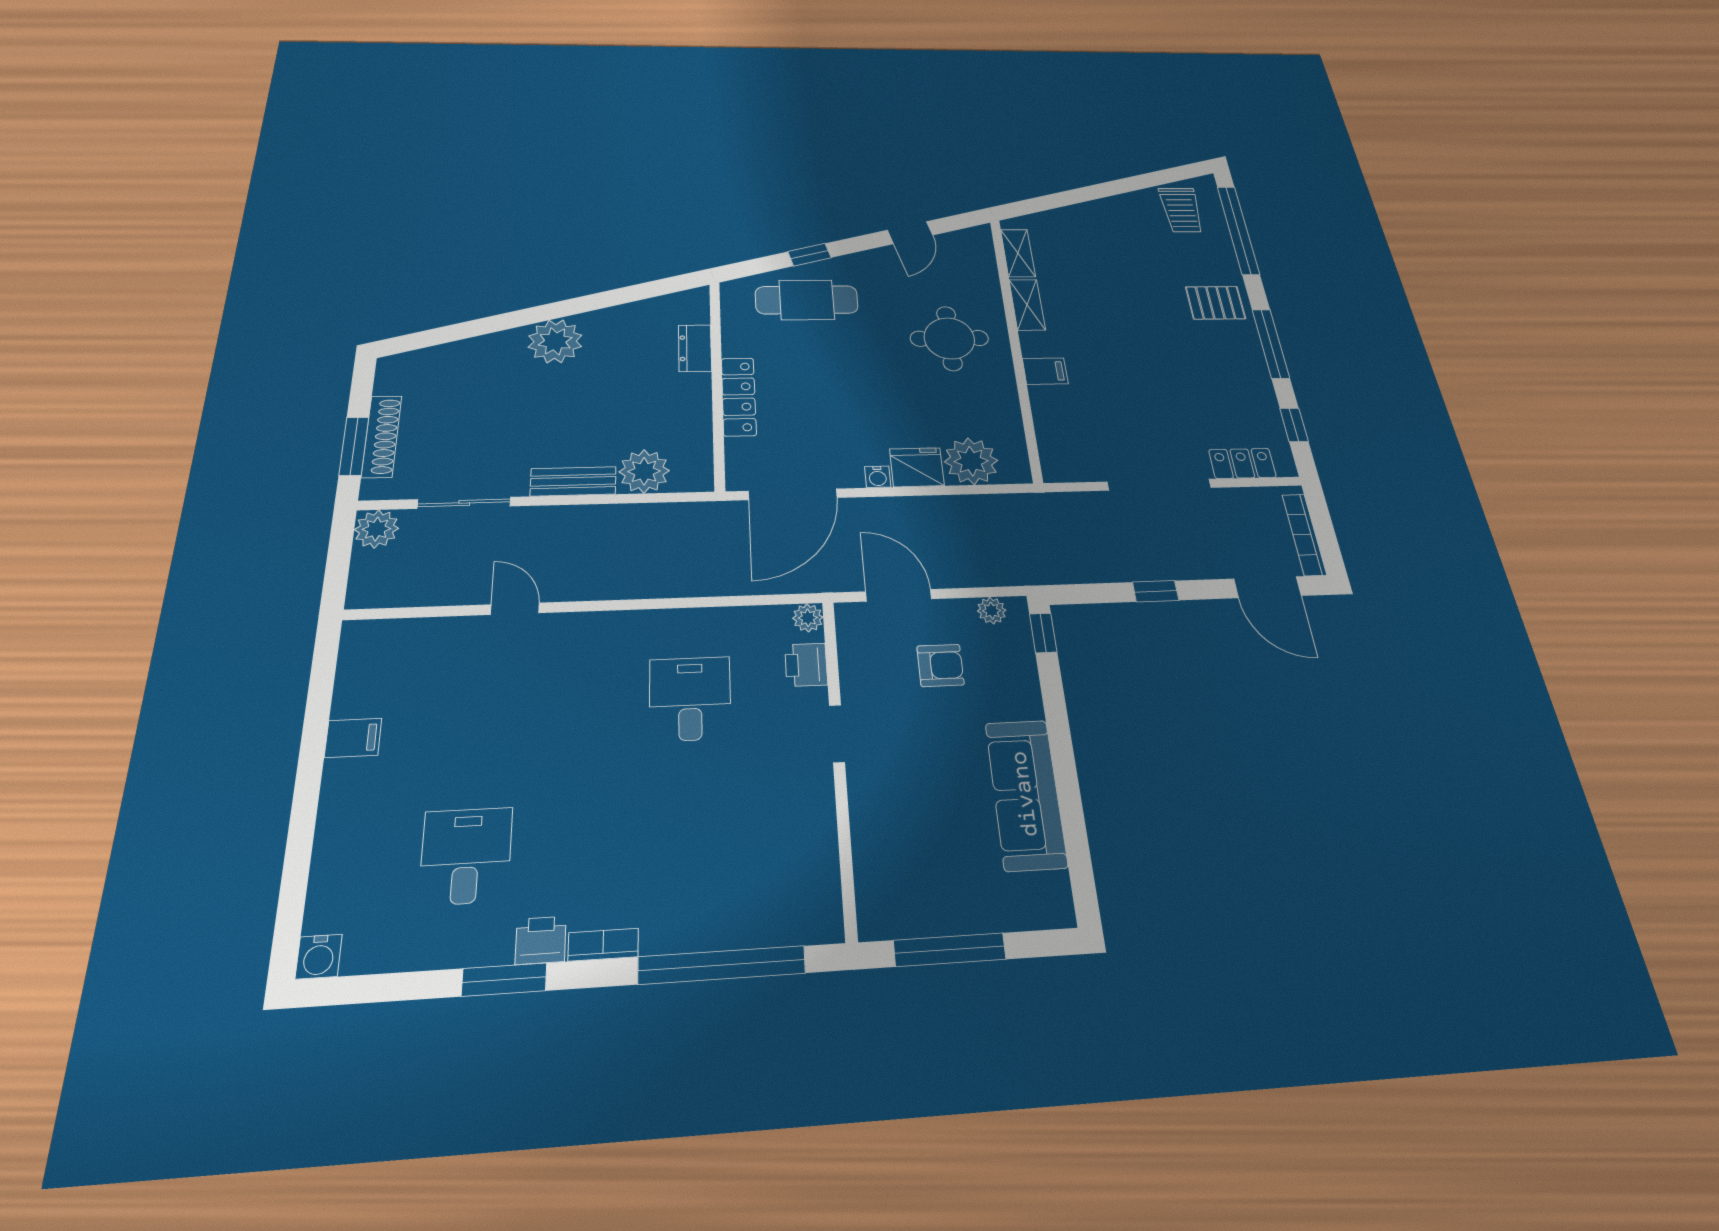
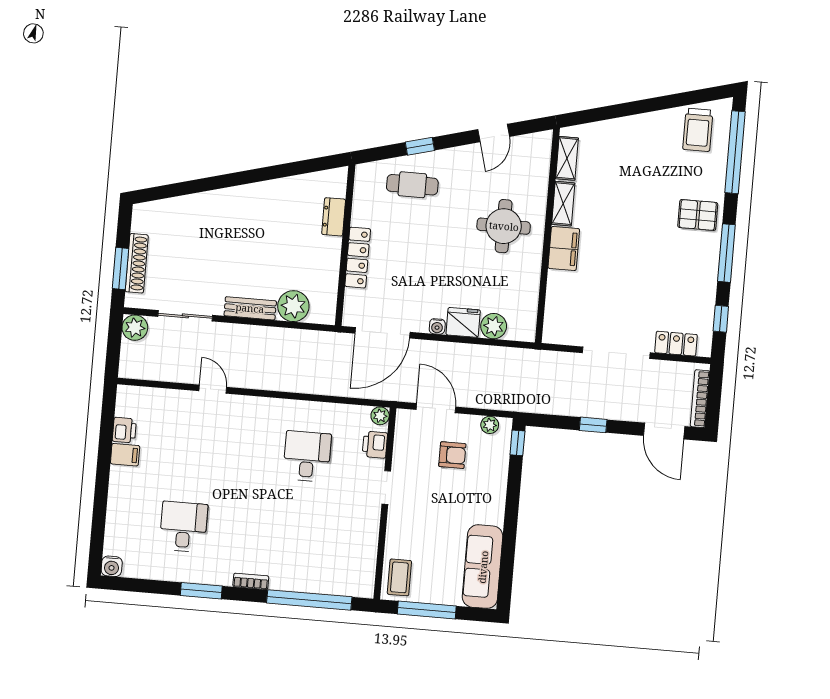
cafe table: (807, 300) -> (412, 185), width x0.73, depth x0.74
plant: (555, 341) -> (244, 202), removed
filing cabinet: (1045, 371) -> (564, 248), width x2.00
plant: (971, 461) -> (494, 326), width x0.73, depth x0.73
sofa: (1026, 794) -> (483, 567), moved
coffee table: (887, 893) -> (399, 577), added
printer: (541, 940) -> (124, 430), moved, turned 90

